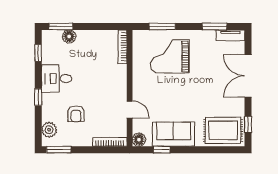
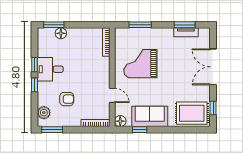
tv unit: (230, 35) -> (186, 32), moved
window: (38, 53) -> (35, 65), moved
grand piano: (170, 56) -> (140, 64), moved
armchair: (76, 114) -> (67, 99), turned -90

